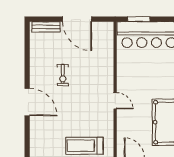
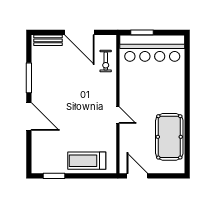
window: (27, 64) -> (29, 78), added
exercise bike: (63, 75) -> (106, 61), moved

